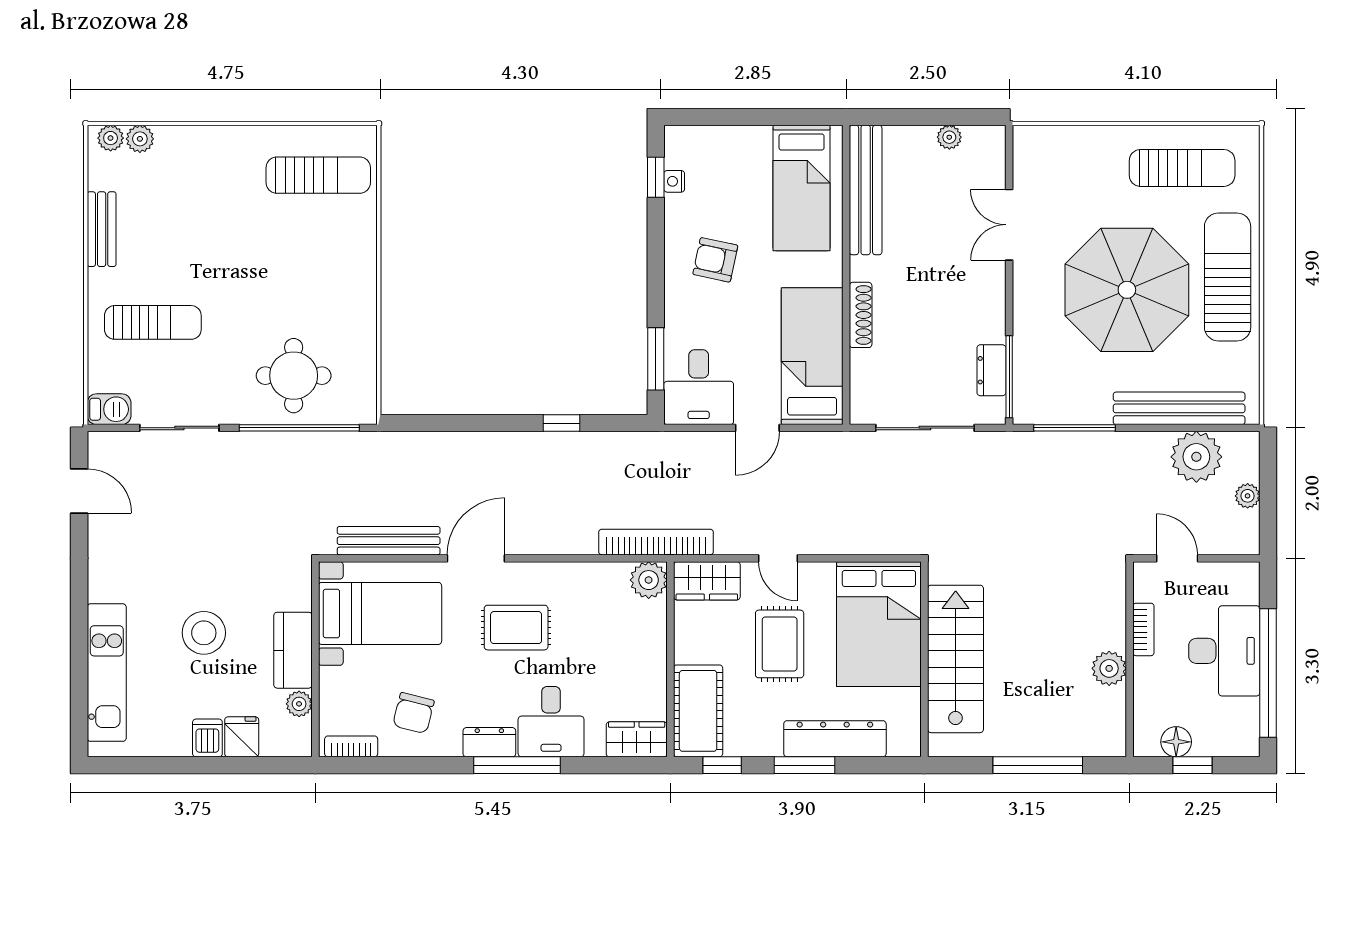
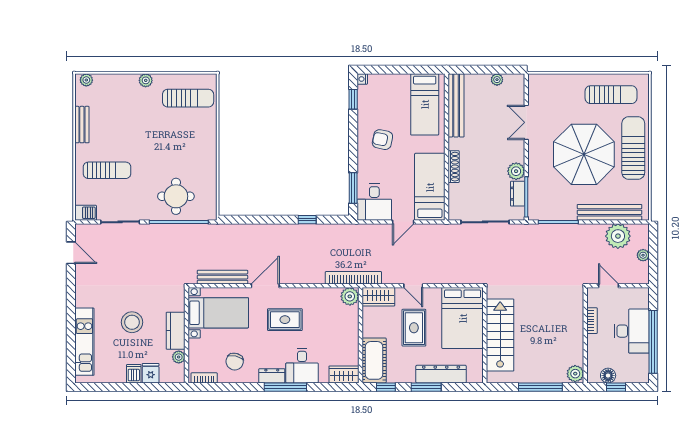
plant: (140, 139) -> (146, 80), moved
nightstand: (674, 181) -> (362, 79), moved
plant: (988, 324) -> (516, 171), added
plant: (1109, 668) -> (575, 374), moved

